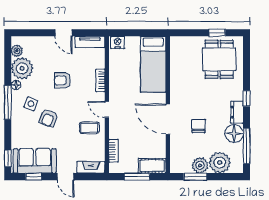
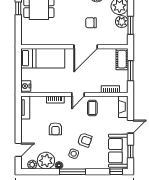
door: (63, 33) -> (18, 150), moved

